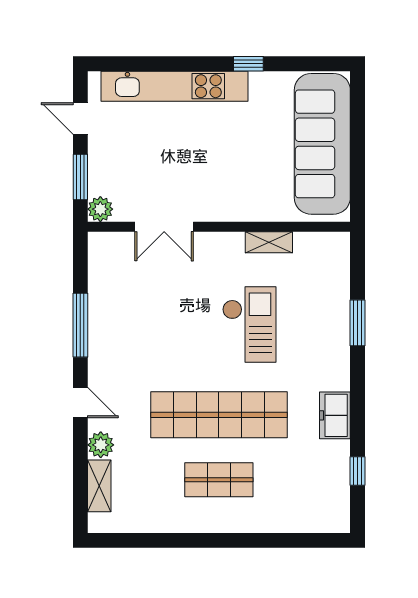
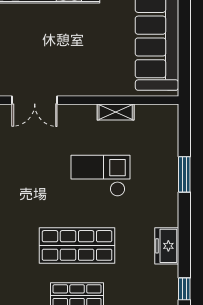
checkout: (249, 325) -> (101, 176), turned -90
shop shelf: (219, 415) -> (77, 245), width x0.71

